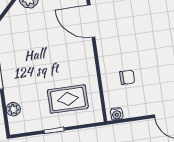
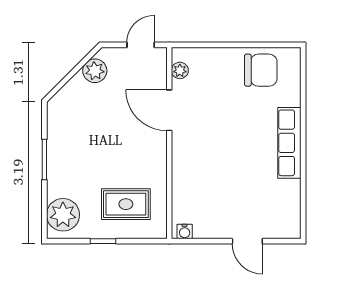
chair: (127, 77) -> (204, 187), removed
plant: (13, 109) -> (63, 215), width x1.87, depth x1.87

